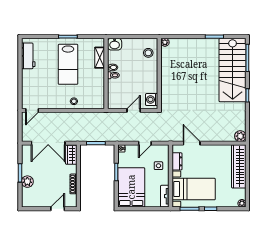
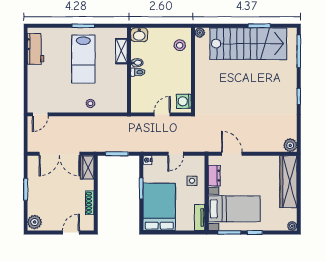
stairs: (233, 70) -> (248, 44), moved, turned -90
plant: (27, 182) -> (35, 222), moved

